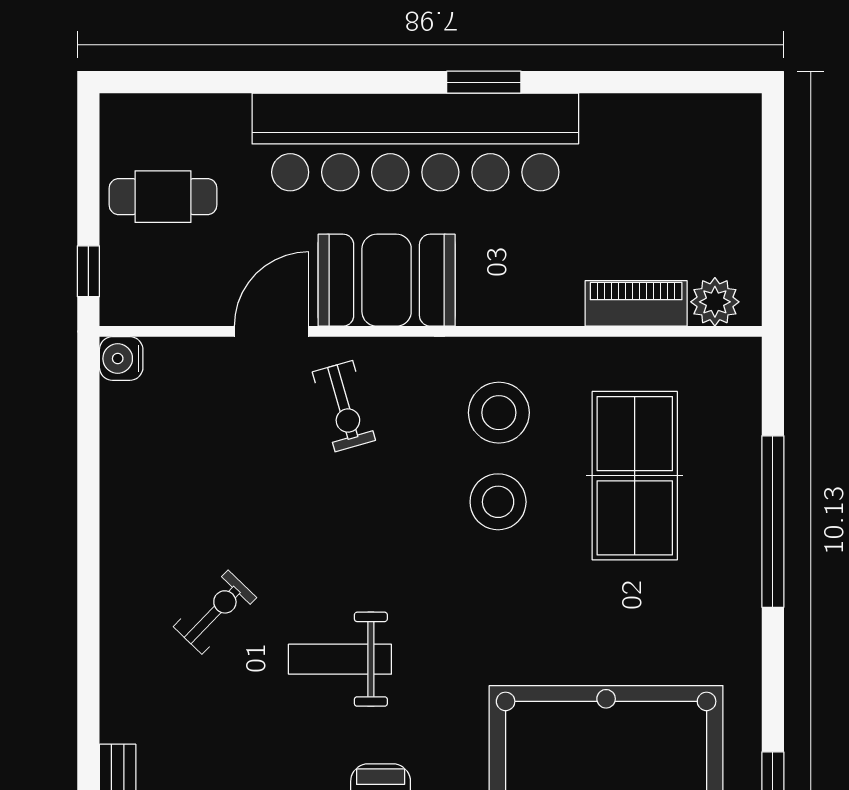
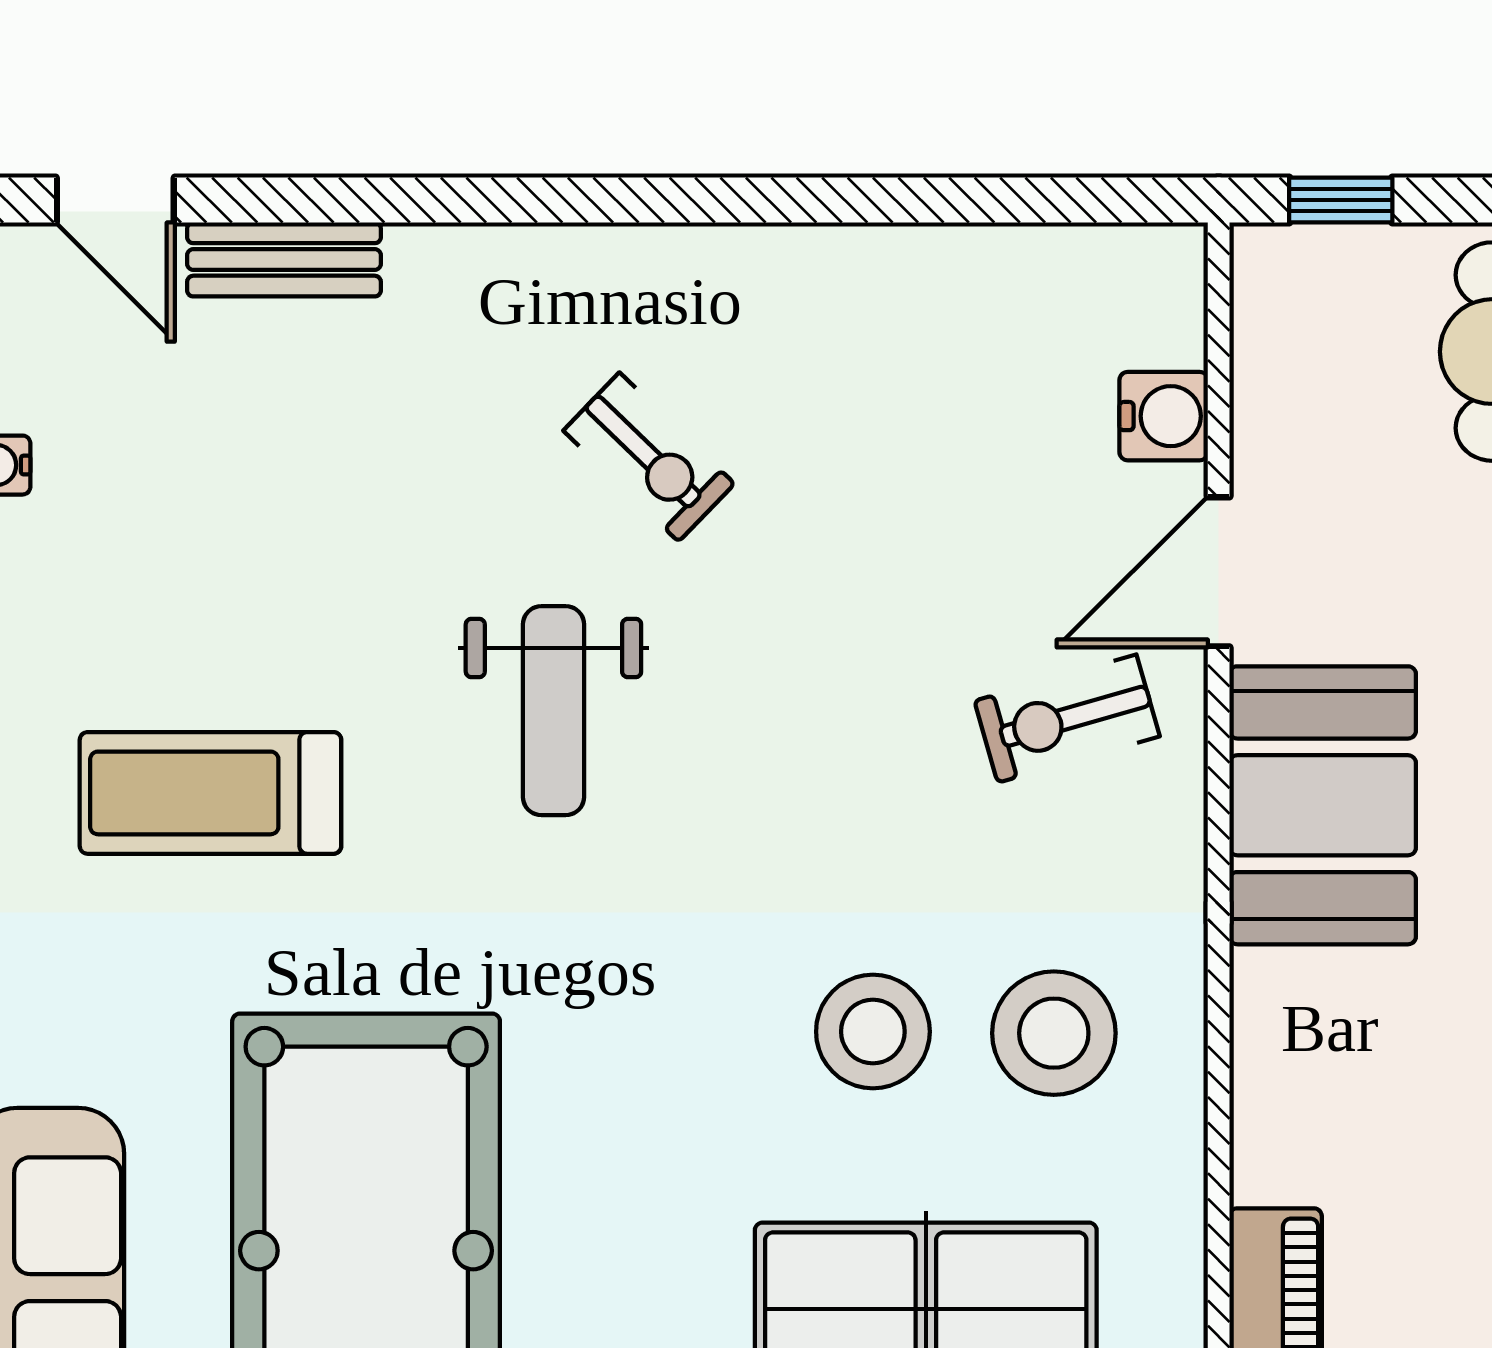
door: (272, 331) -> (1219, 572), swing flipped
water cooler: (121, 359) -> (1164, 416), moved, turned 90
weight bench: (340, 659) -> (553, 711), turned 180

